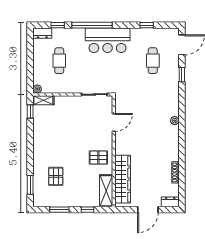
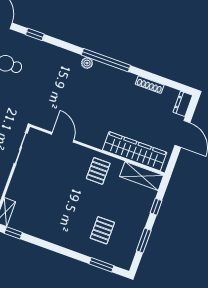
window: (182, 134) -> (106, 60), added
pallet: (56, 176) -> (102, 230), turned 90

